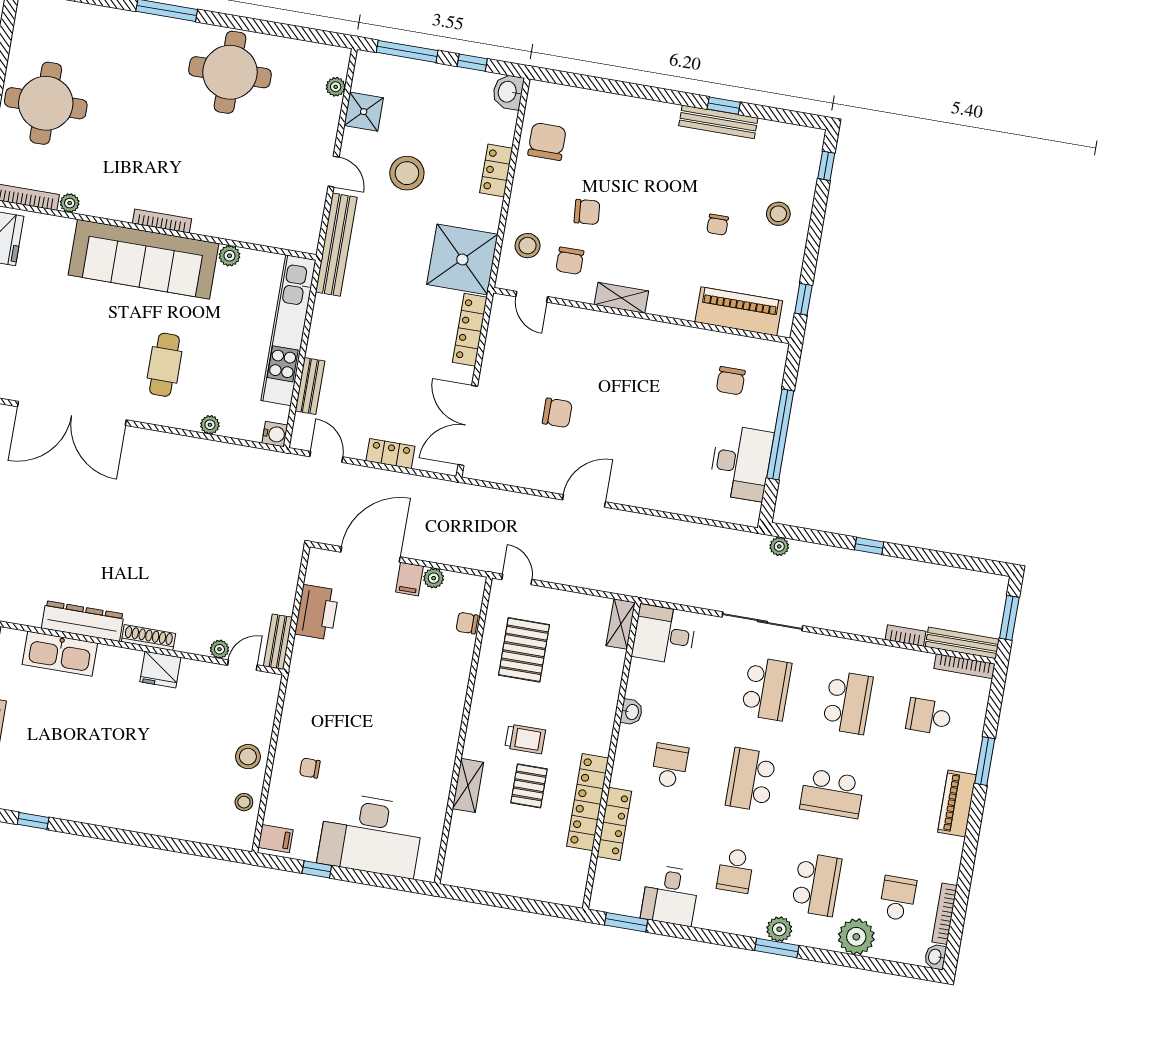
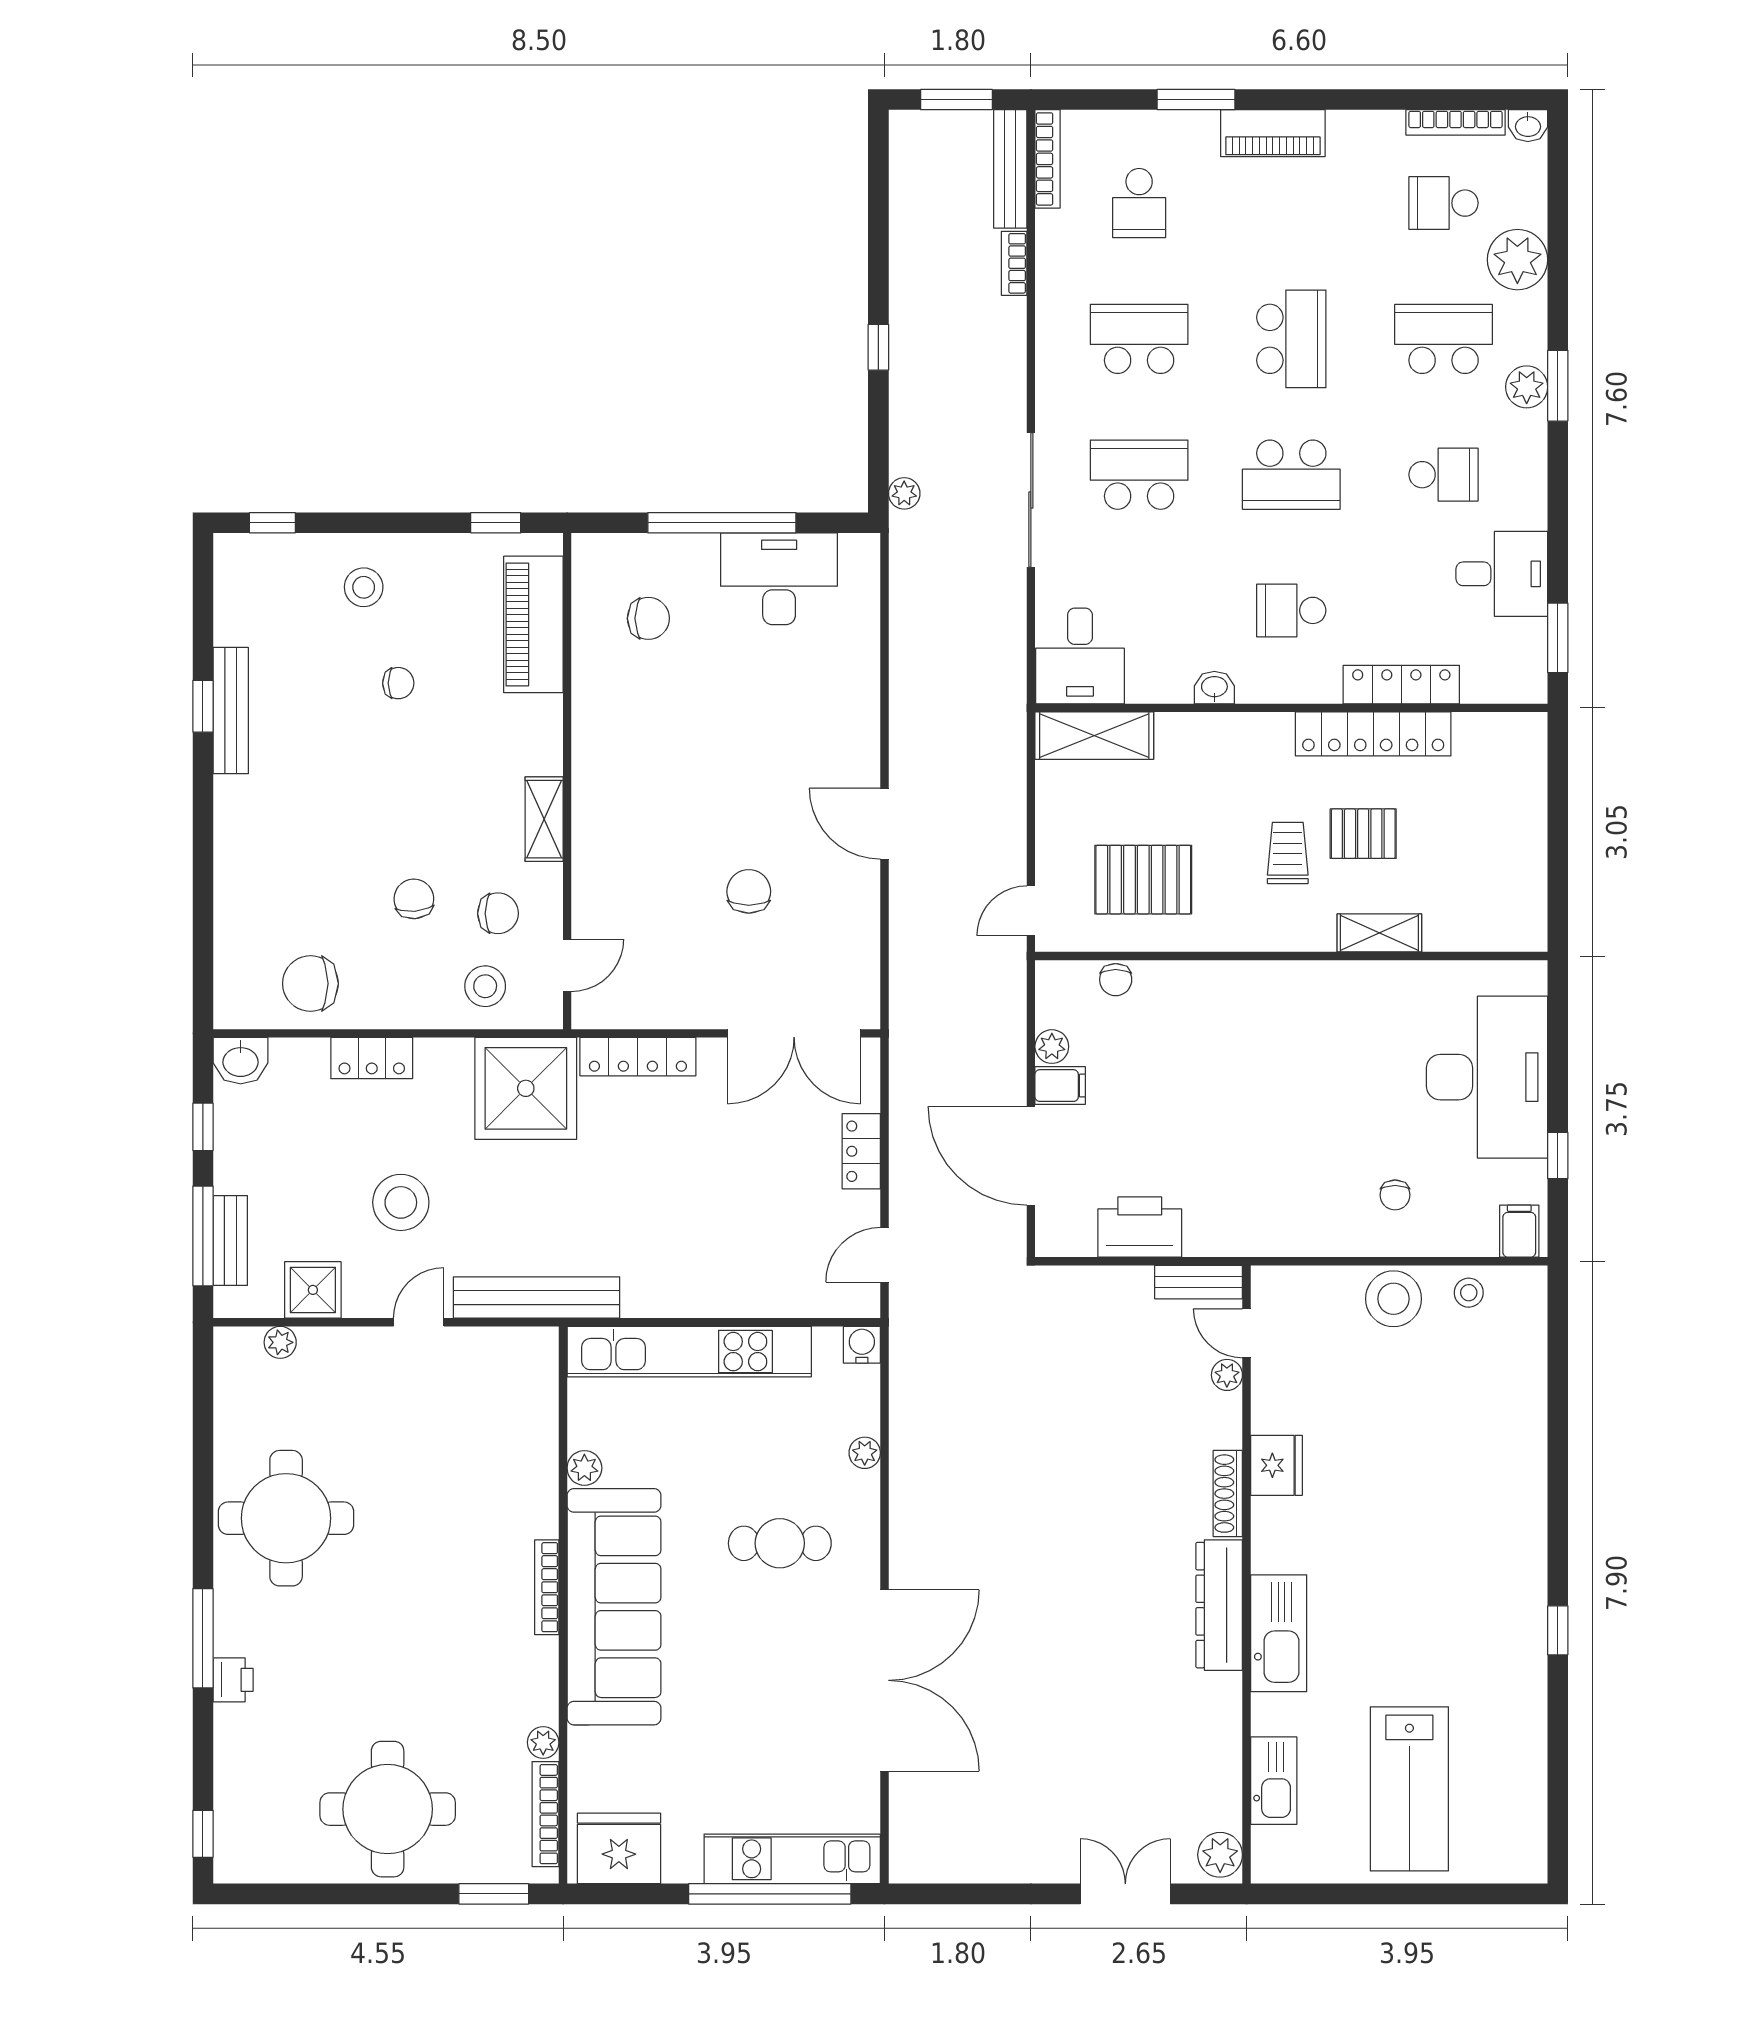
printer: (139, 24) -> (233, 1680), added
bench: (310, 386) -> (230, 1241), moved, turned 90
shelving: (621, 624) -> (1094, 736), width x1.50, depth x1.33
stool: (248, 757) -> (1394, 1299), width x1.38, depth x1.38

